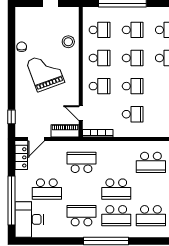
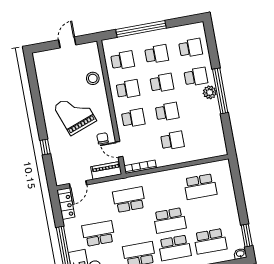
chair: (22, 47) -> (103, 138), moved
window: (11, 117) -> (45, 147), moved
school desk: (47, 189) -> (98, 234), turned 180

